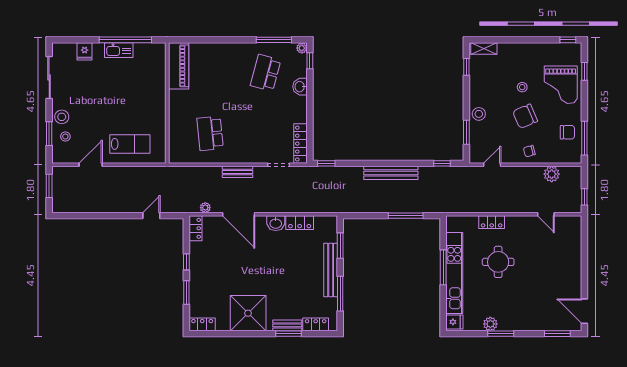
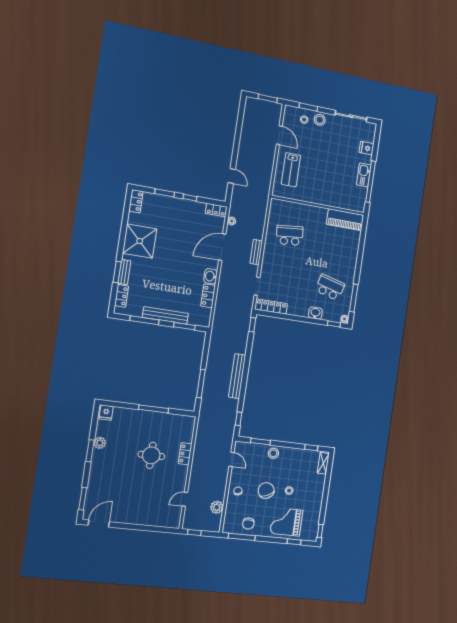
kitchen unit: (454, 273) -> (147, 418), removed

